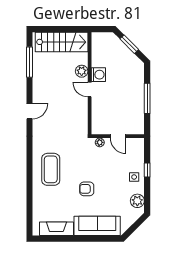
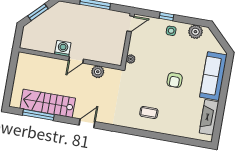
stairs: (62, 42) -> (48, 103), moved, turned -90
plant: (82, 71) -> (98, 72), moved
door: (29, 111) -> (87, 123), hinge flipped
door: (118, 136) -> (130, 24), moved
coffee table: (51, 169) -> (149, 112), width x0.54, depth x0.58

